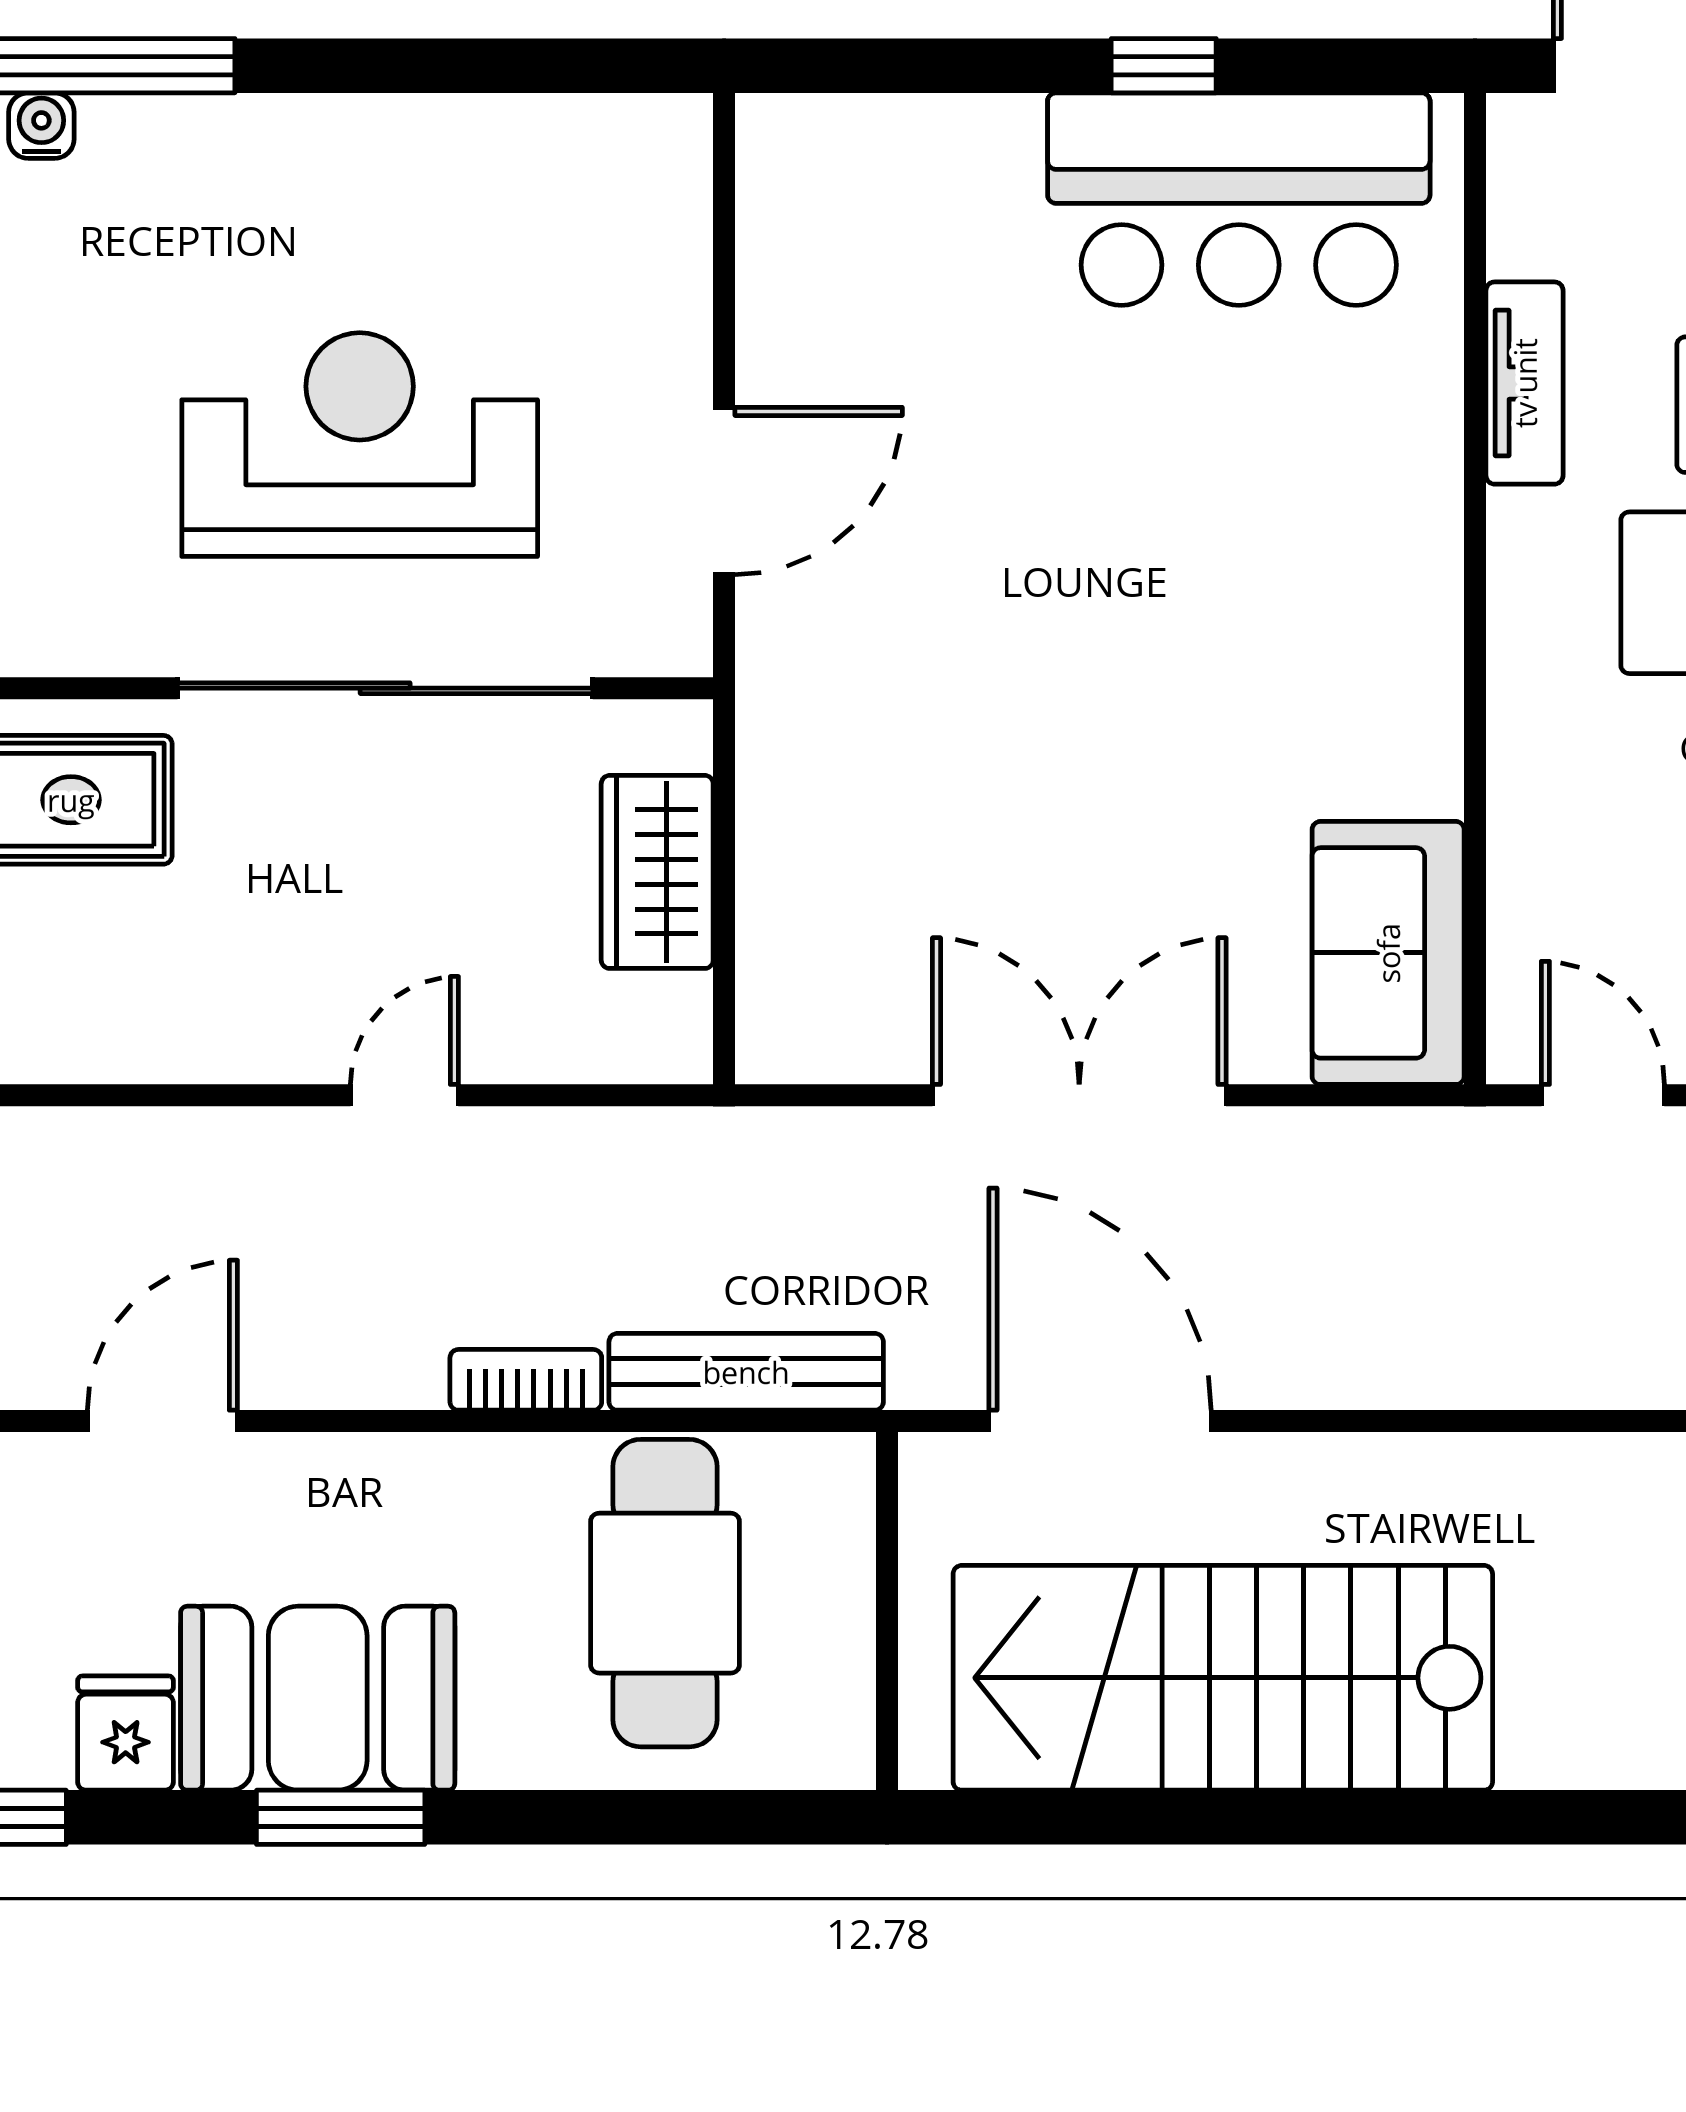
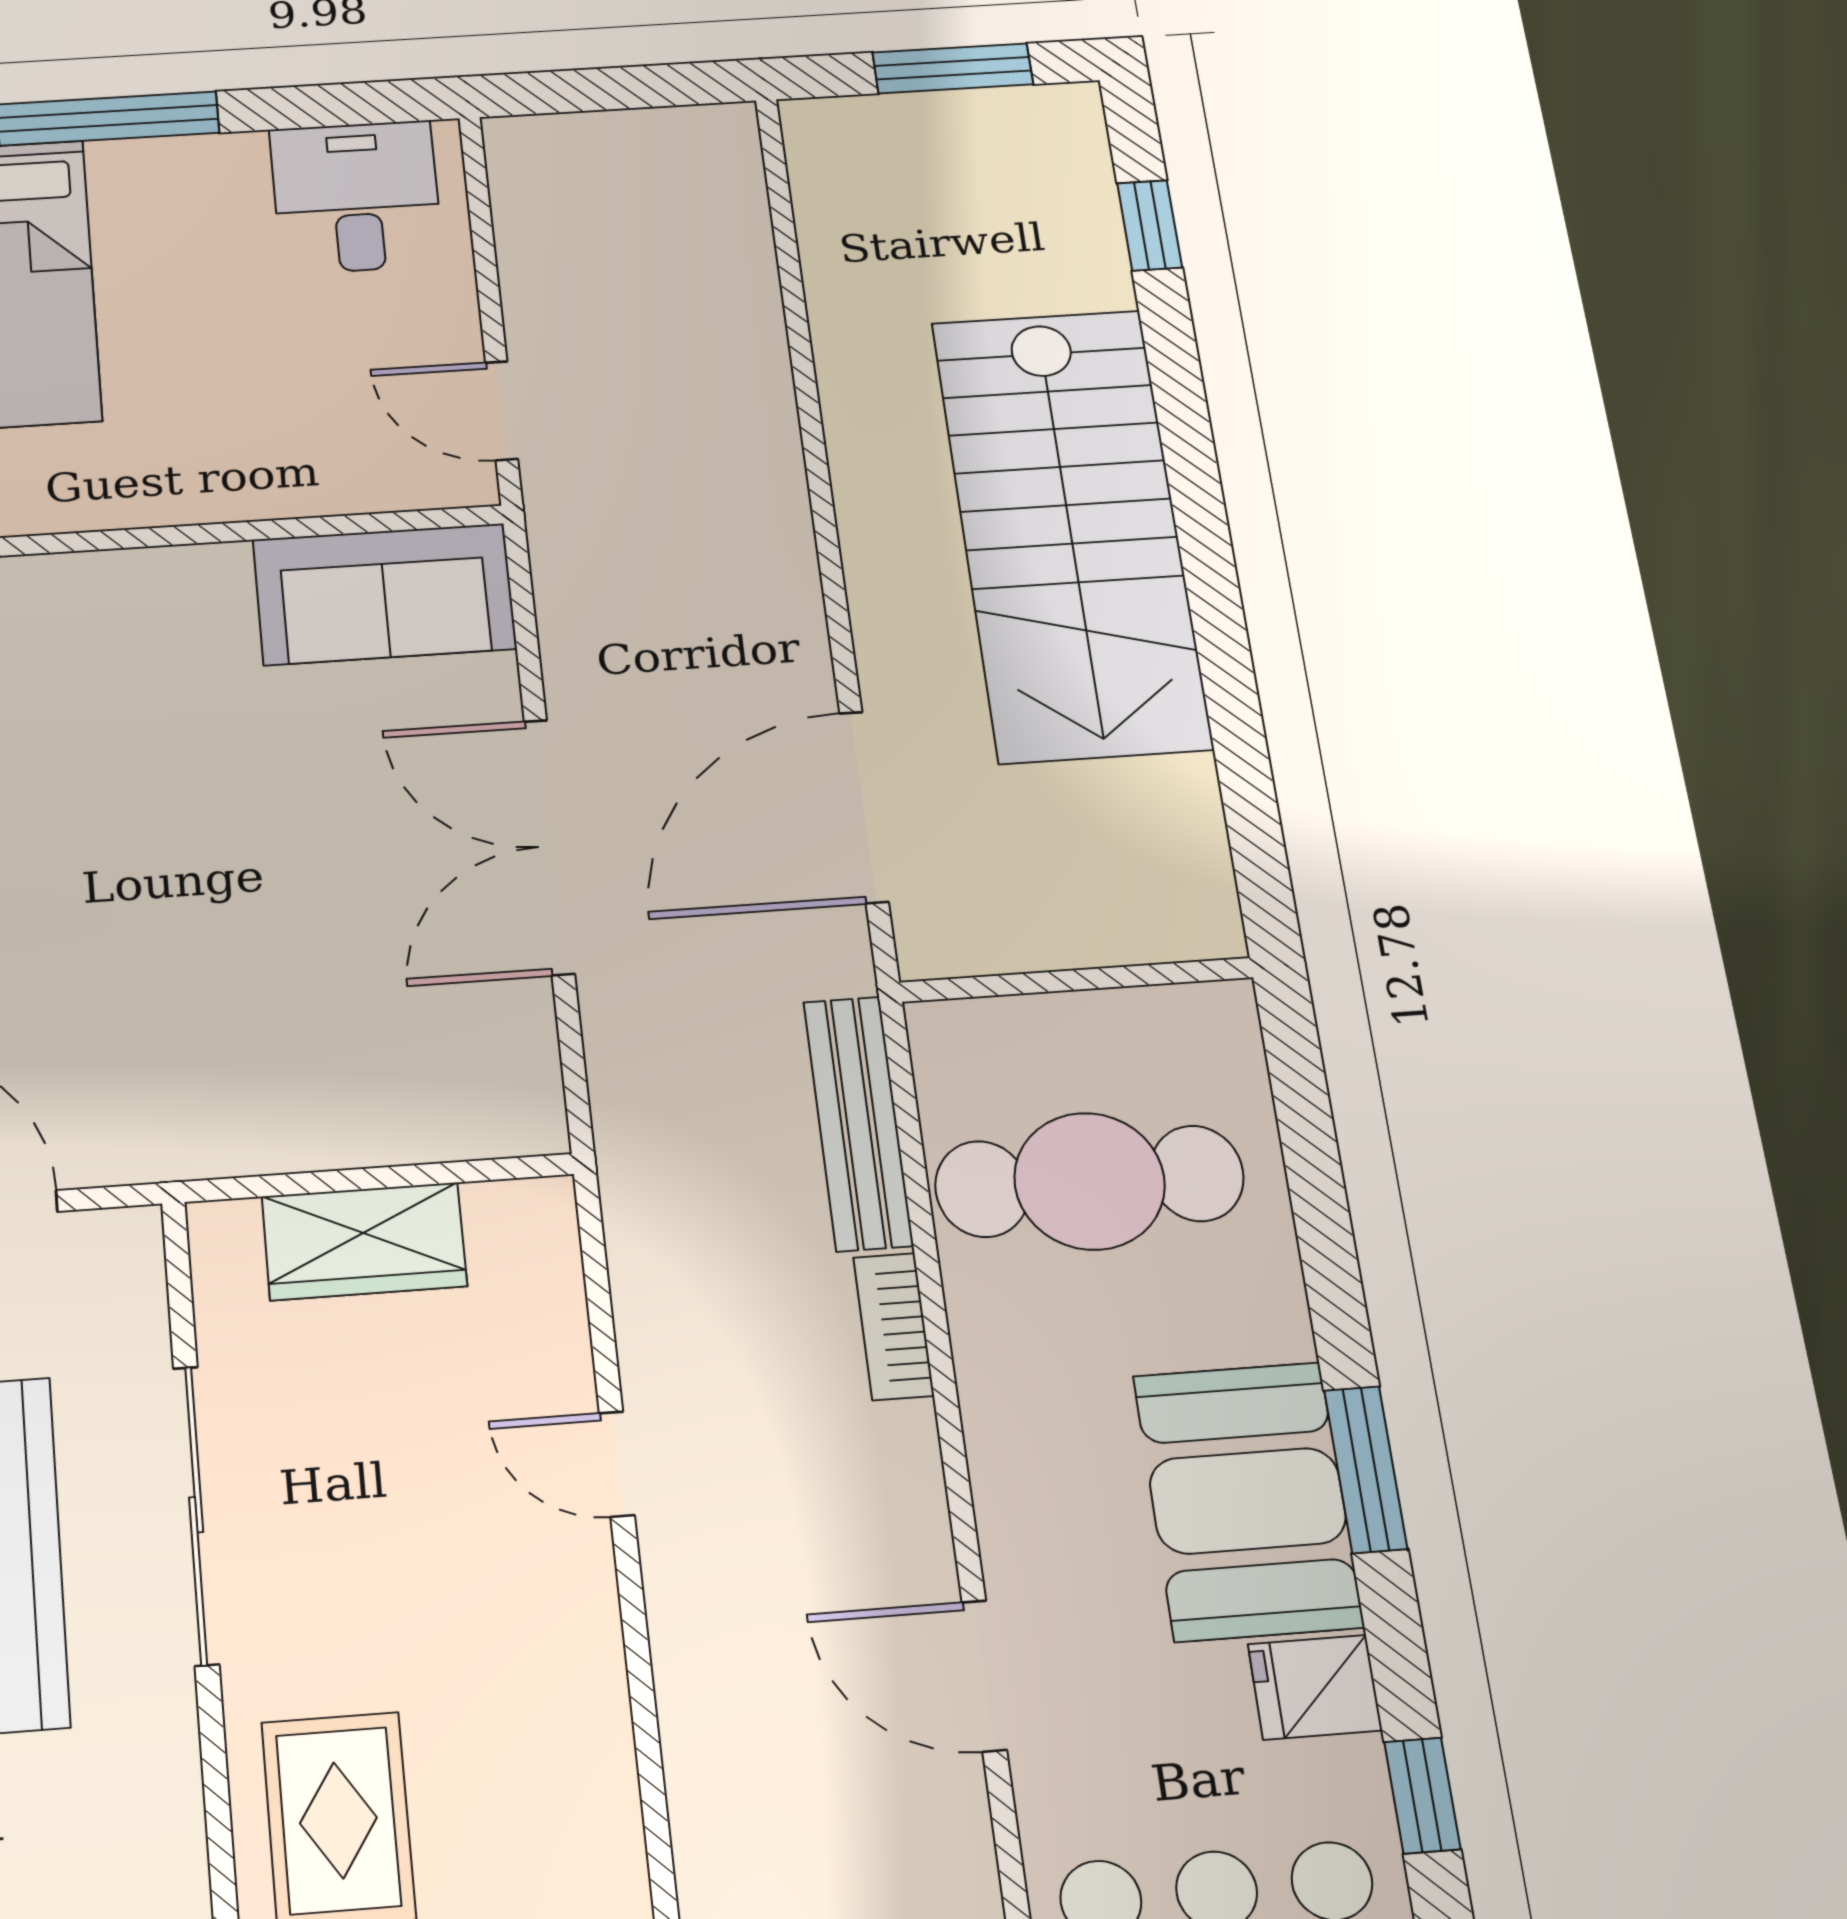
sliding door: (385, 688) -> (196, 1515), width x0.73
door: (1603, 1095) -> (502, 411), hinge flipped
stairs: (1223, 1678) -> (1070, 533), moved

